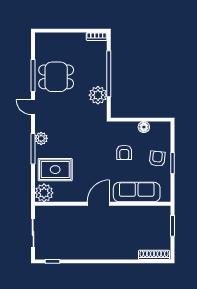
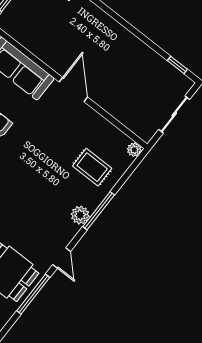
rug: (55, 170) -> (92, 167), width x0.73, depth x0.70
plant: (44, 193) -> (134, 150), width x0.53, depth x0.53
door: (98, 204) -> (73, 90), swing flipped

